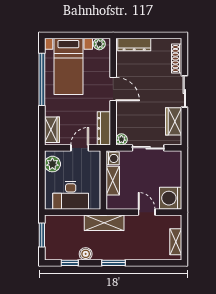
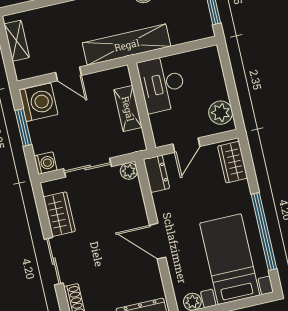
dresser: (104, 128) -> (156, 174), width x0.70
washing machine: (113, 158) -> (45, 163), moved, turned 180
window: (184, 184) -> (23, 127), added
desk: (71, 195) -> (162, 84), moved, turned -90
shelving: (104, 223) -> (127, 45), width x1.47

